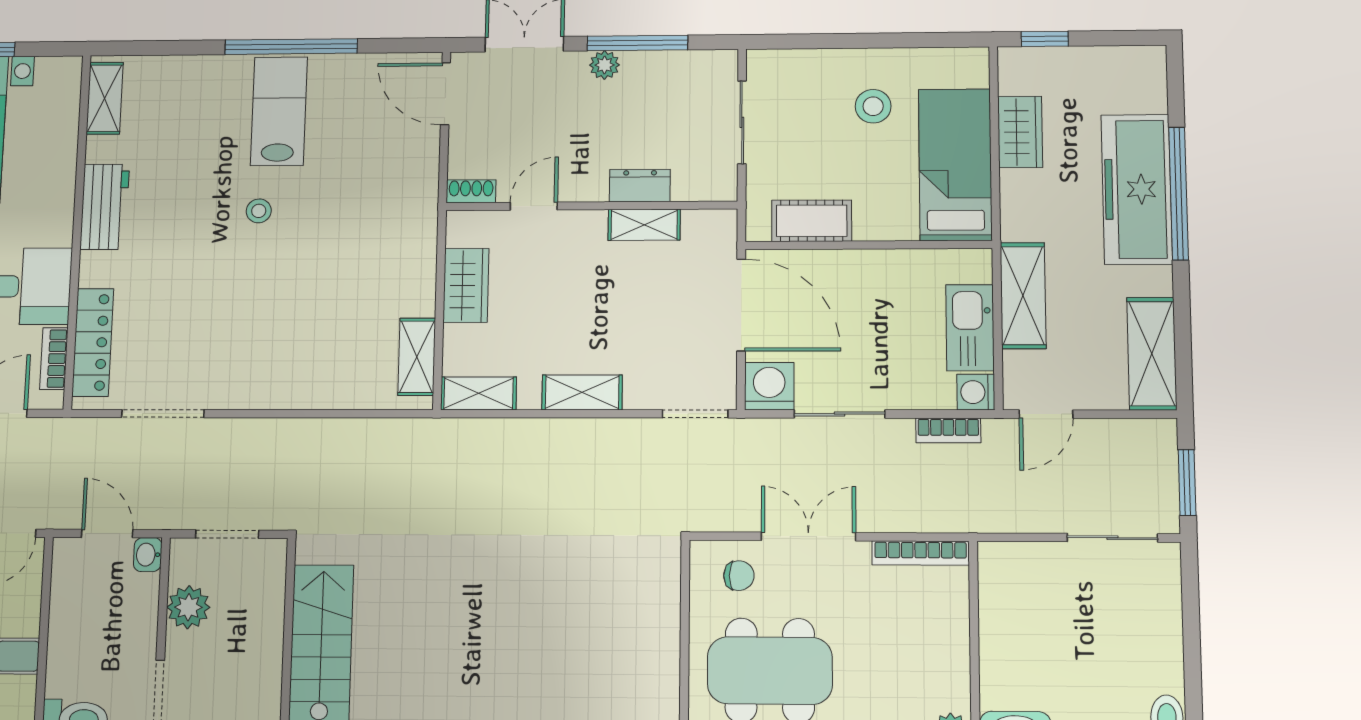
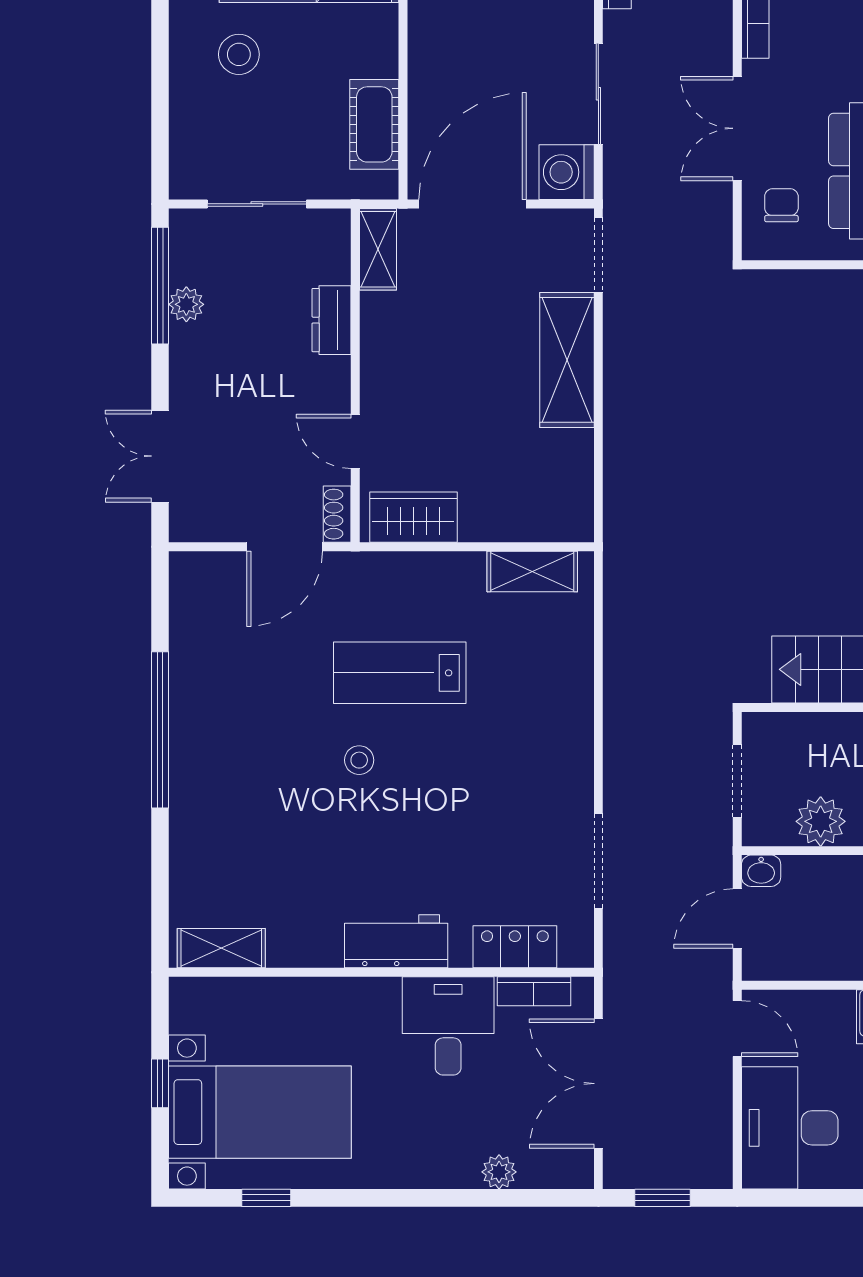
window: (637, 43) -> (160, 286), moved
plant: (605, 65) -> (186, 304), moved
door: (445, 94) -> (285, 547), moved
lab bench: (279, 111) -> (400, 673), moved
workbench: (105, 207) -> (396, 941), moved
shelving: (644, 225) -> (378, 249), moved
wardrobe: (466, 285) -> (413, 517), moved
locker: (93, 342) -> (515, 947), width x0.66
shelving: (582, 392) -> (567, 360), width x1.50, depth x1.33
shelving: (479, 393) -> (575, 500), removed

